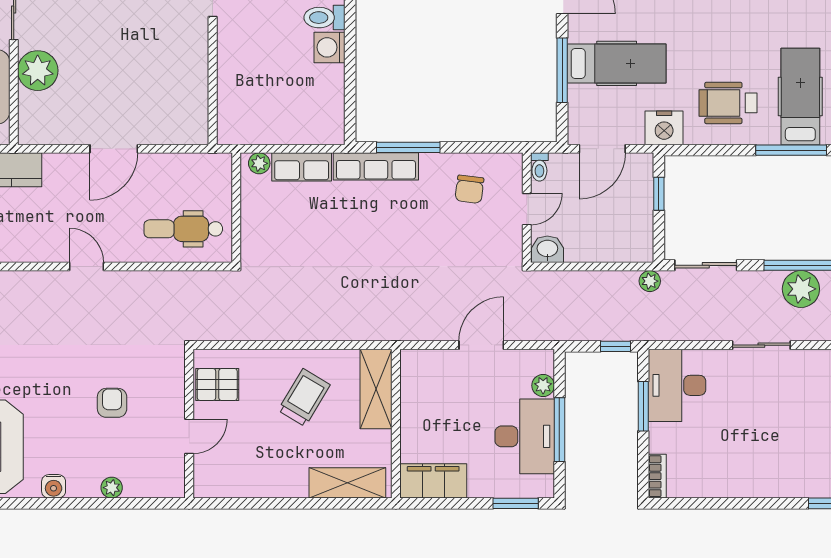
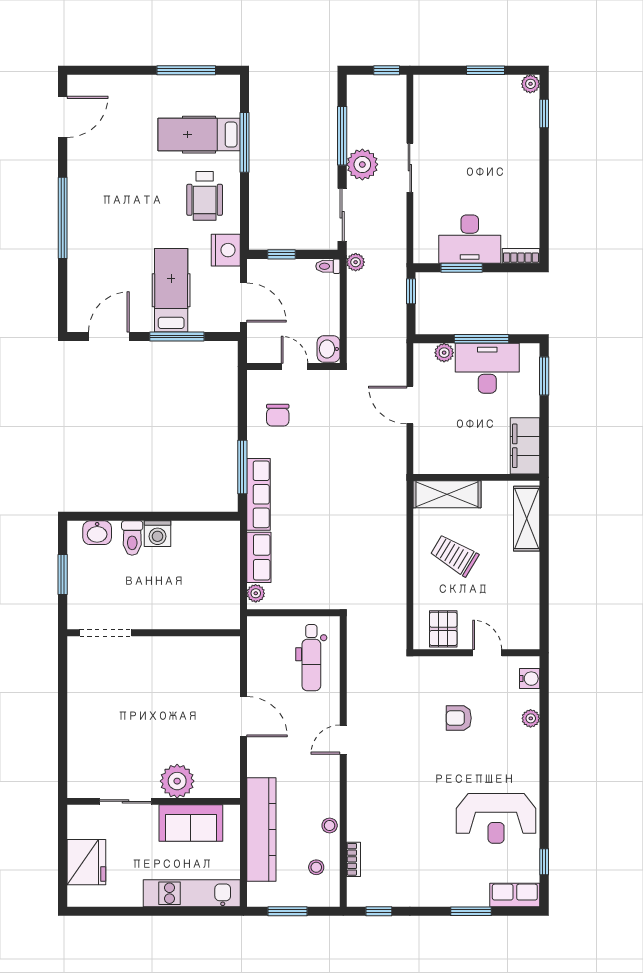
toilet: (539, 167) -> (328, 266), moved, turned 180
chair: (469, 189) -> (278, 415), turned 83
plant: (801, 289) -> (362, 164), moved
desk: (677, 385) -> (470, 239), moved
water cooler: (54, 486) -> (530, 679), moved

